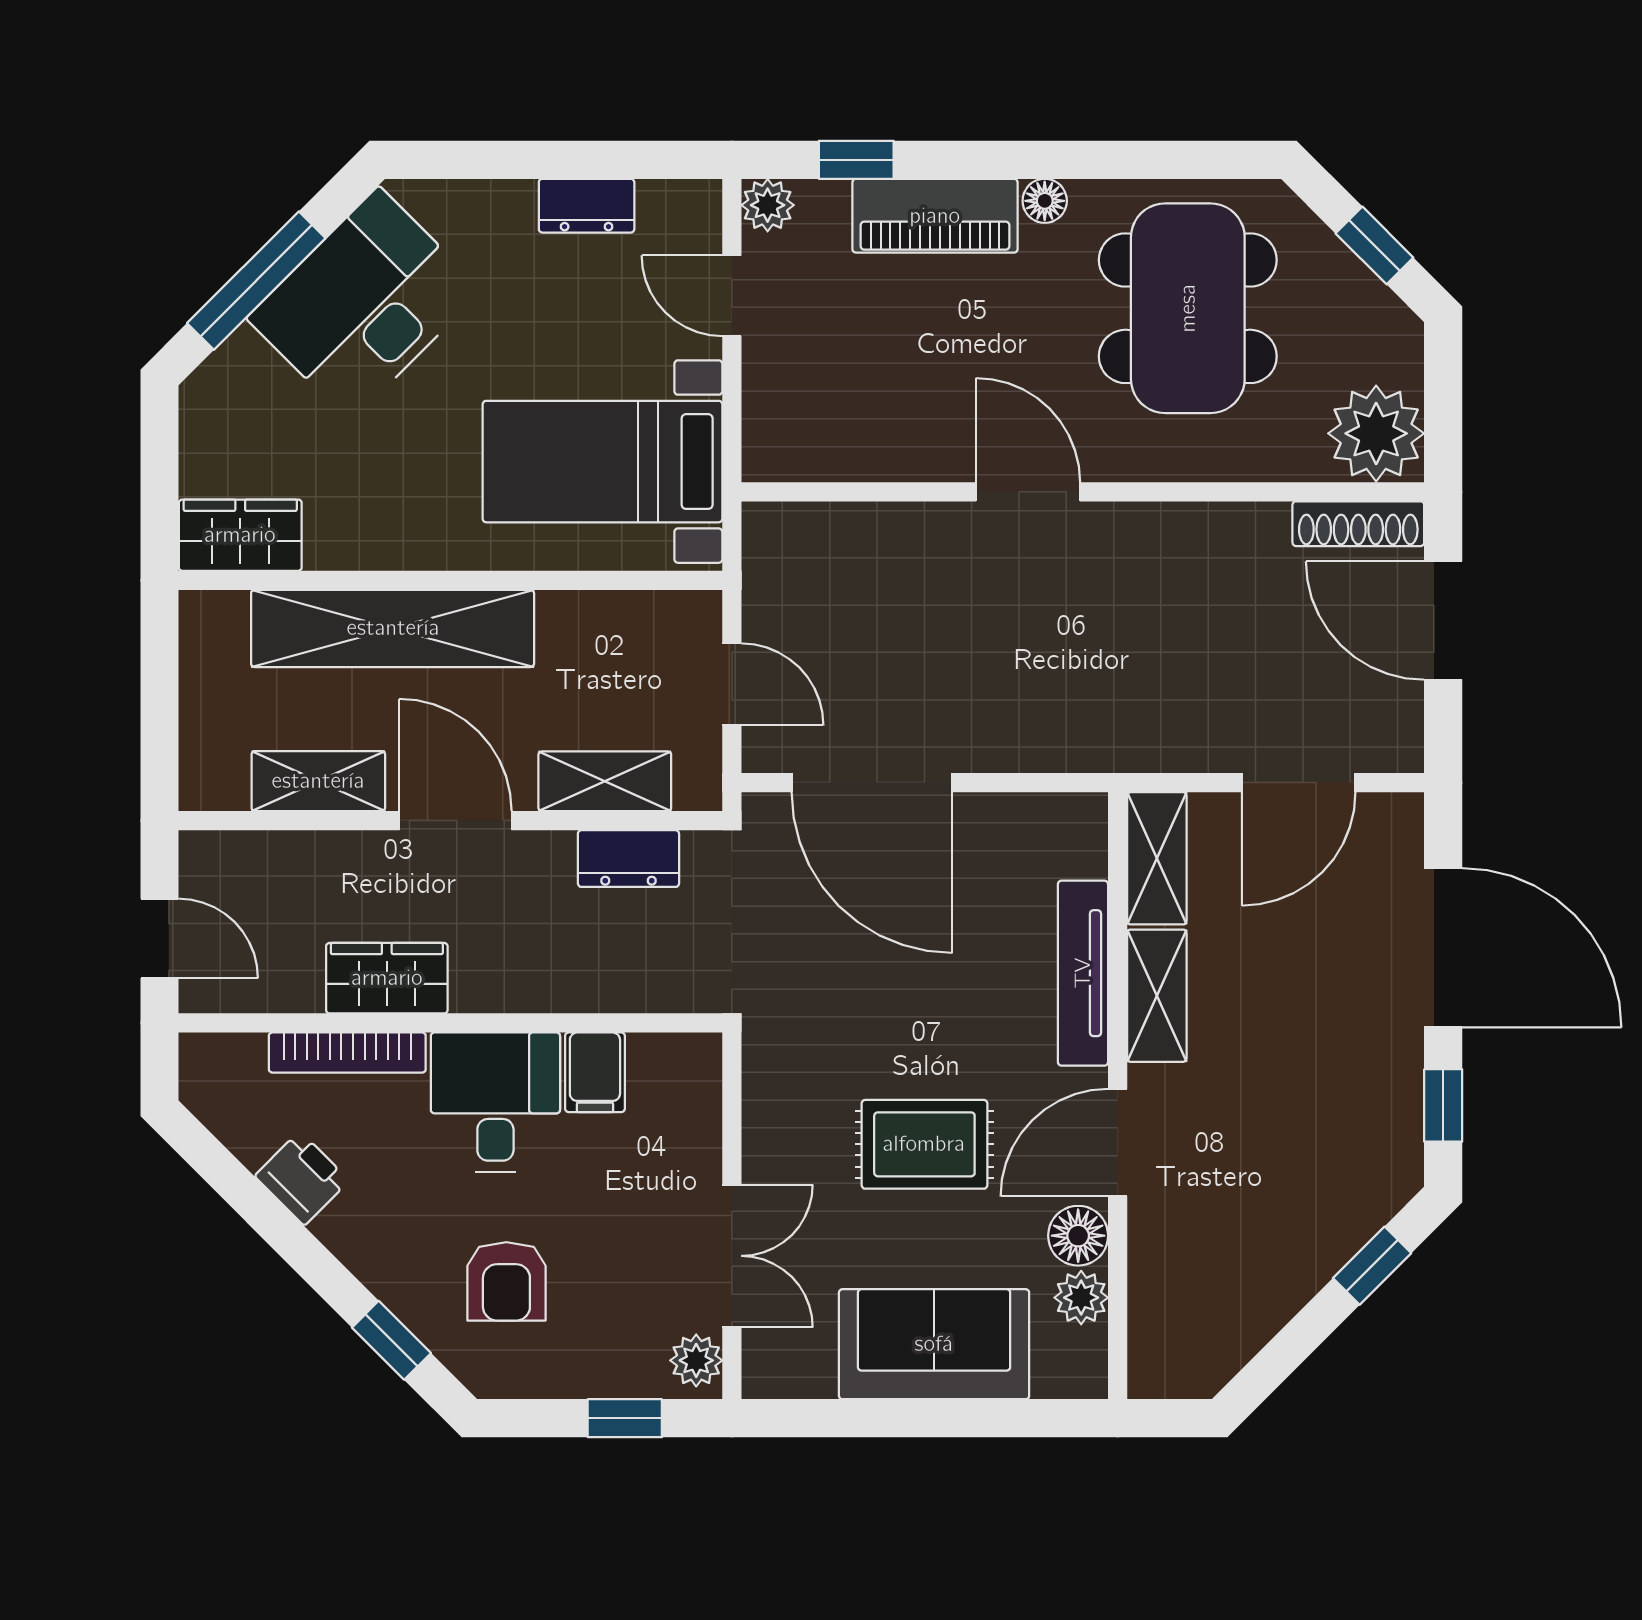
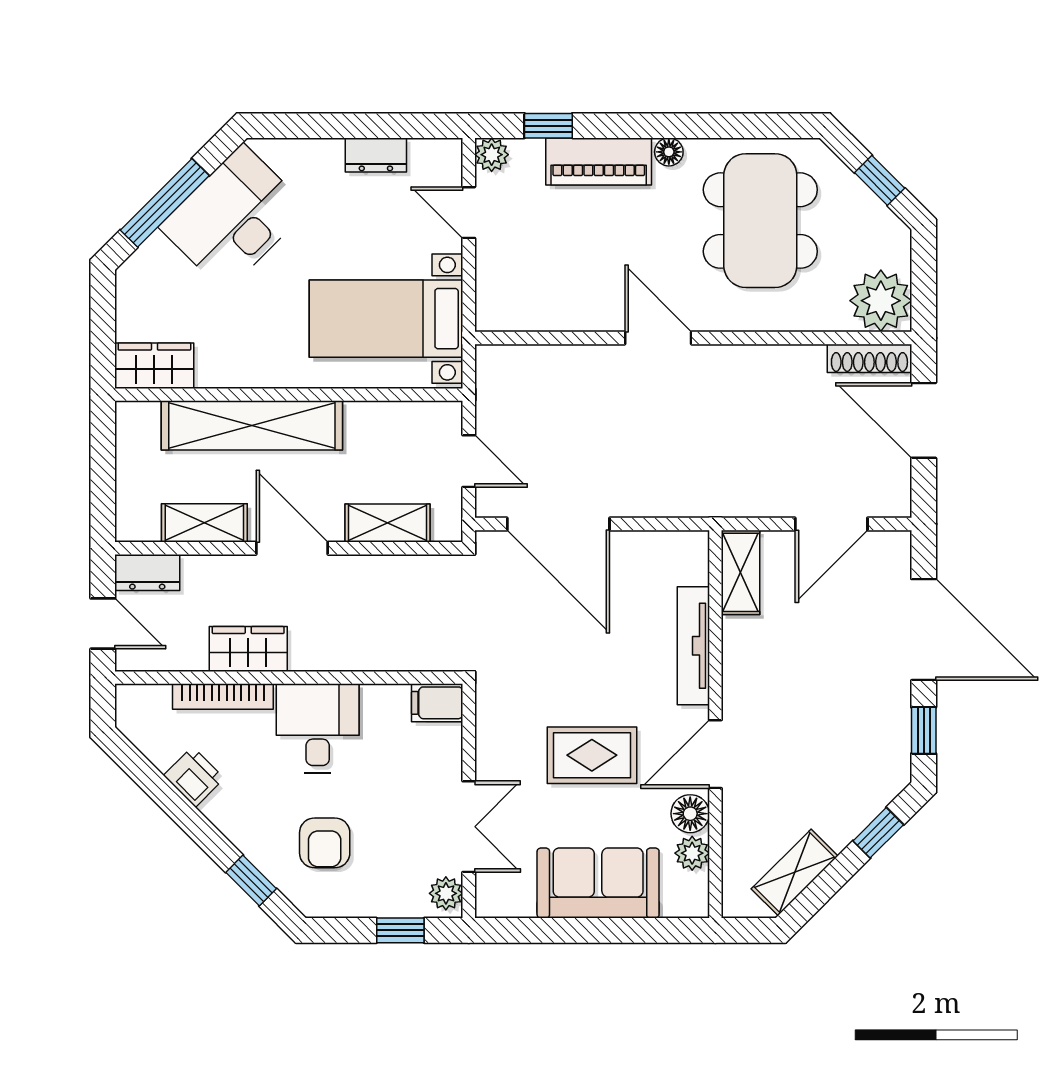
dresser: (628, 859) -> (147, 572), moved
shelving: (1157, 996) -> (795, 872), moved, turned 45
filing cabinet: (595, 1072) -> (437, 703), moved, turned 90

